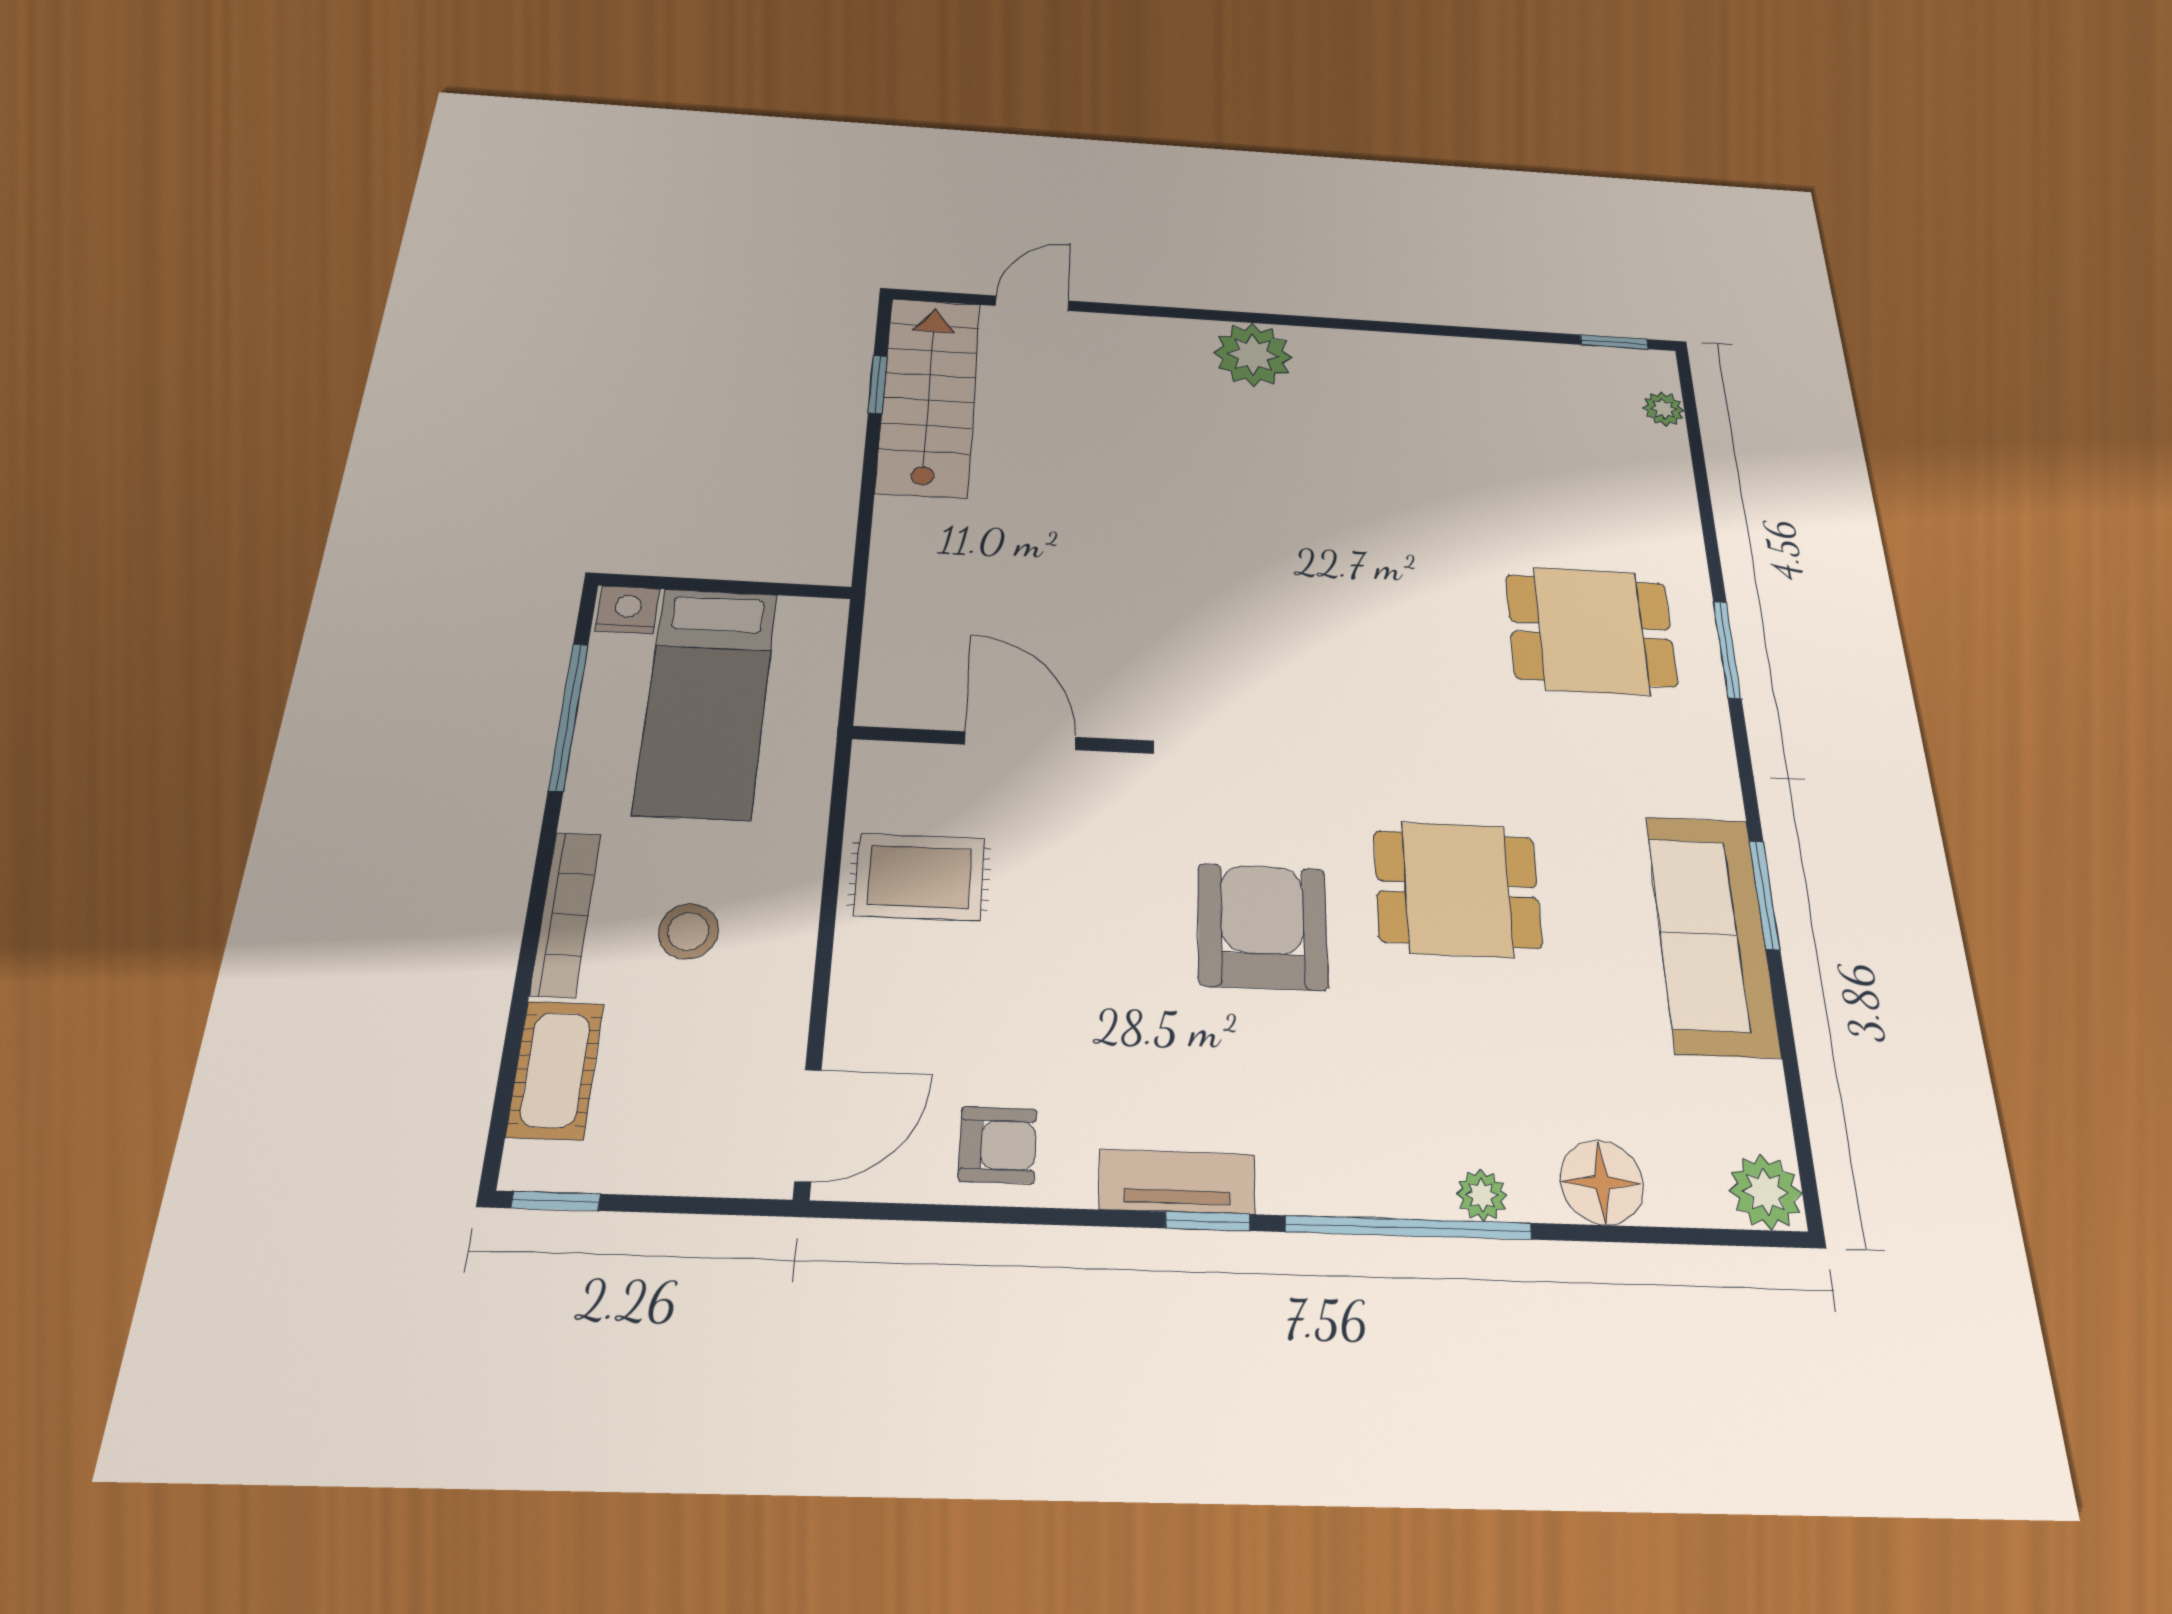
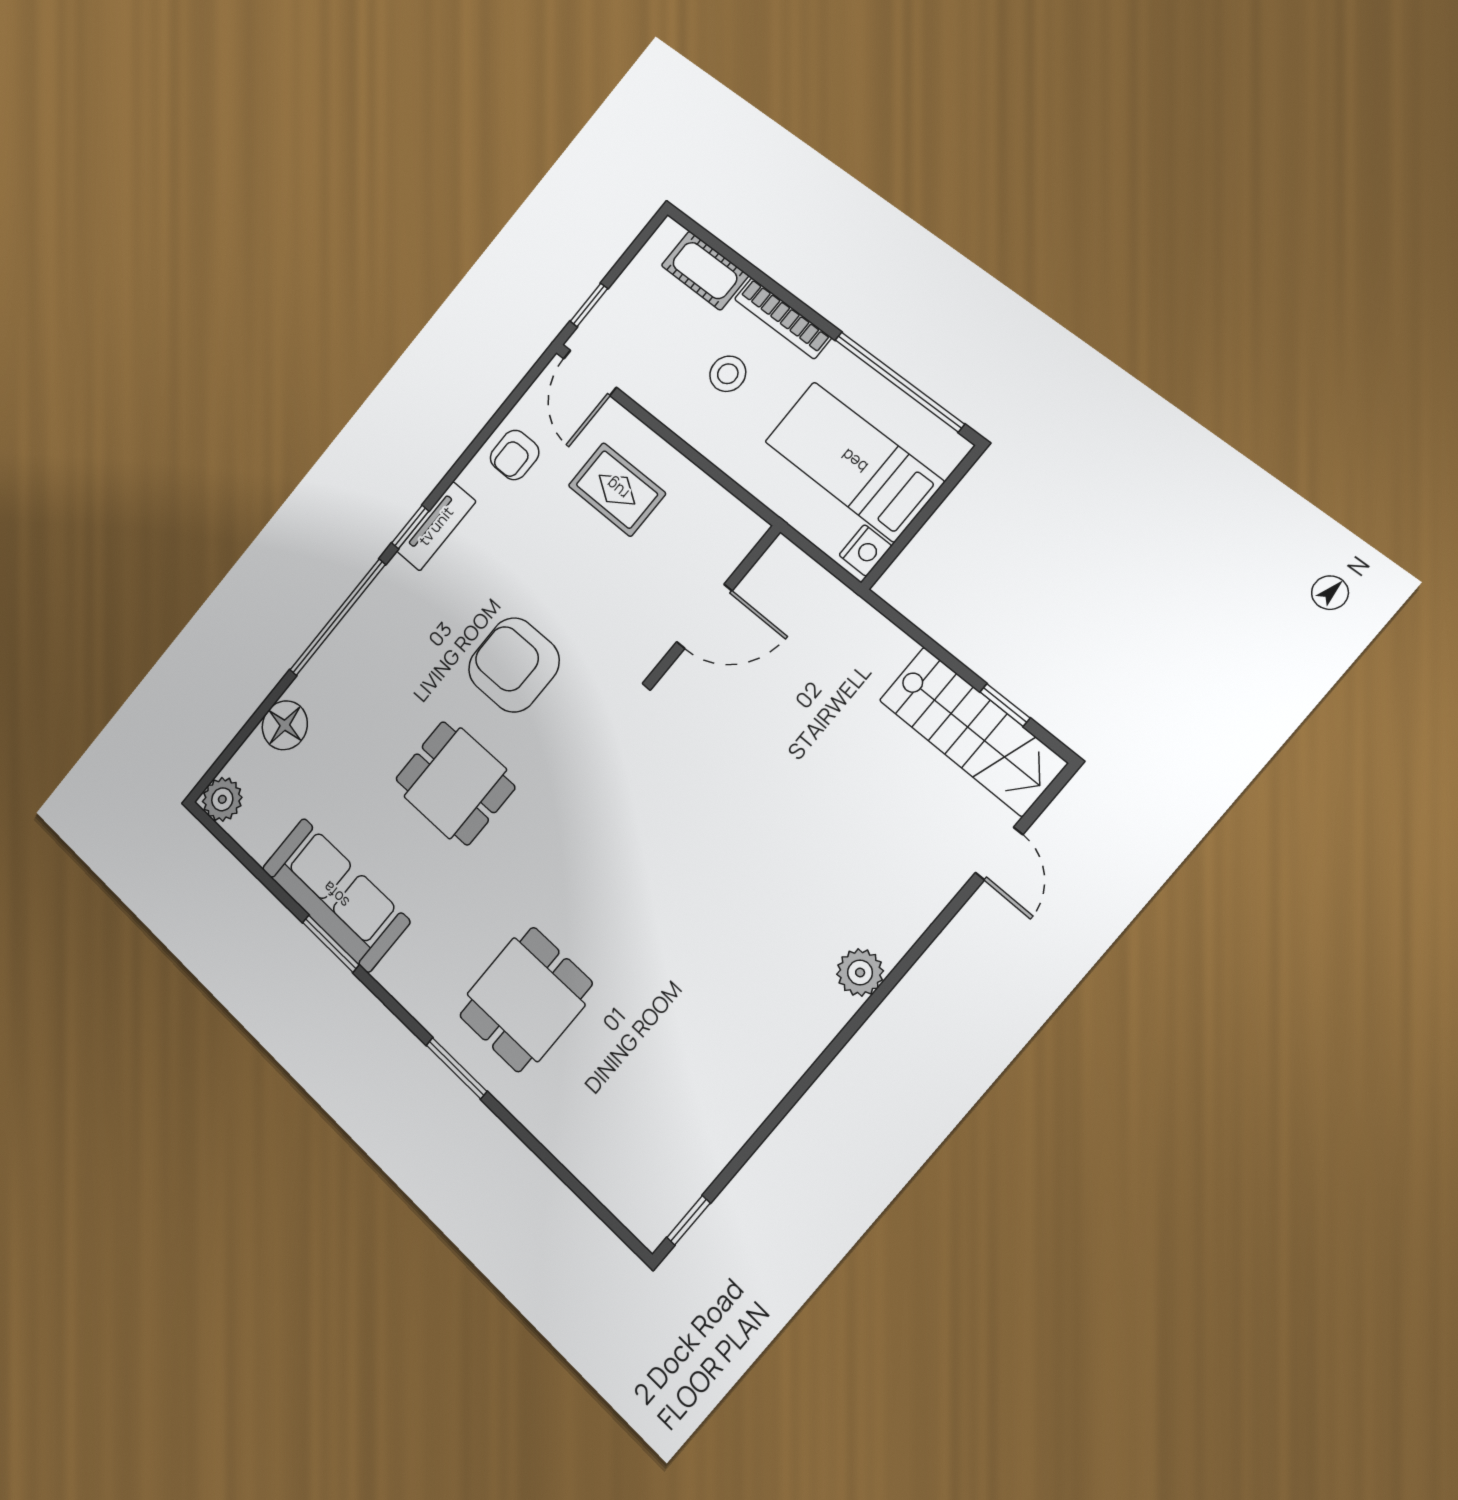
plant: (1253, 355) -> (860, 972), width x0.73, depth x0.73
plant: (1664, 409) -> (621, 1200), removed
nightstand: (628, 610) -> (865, 550), moved
window: (568, 716) -> (899, 382), width x1.46
rug: (920, 877) -> (617, 489), moved, turned 90
dining table: (1457, 889) -> (455, 783), turned 90
armchair: (1262, 927) -> (514, 665), turned 180
plant: (1482, 1195) -> (323, 664), removed
window: (556, 1201) -> (589, 305), moved

